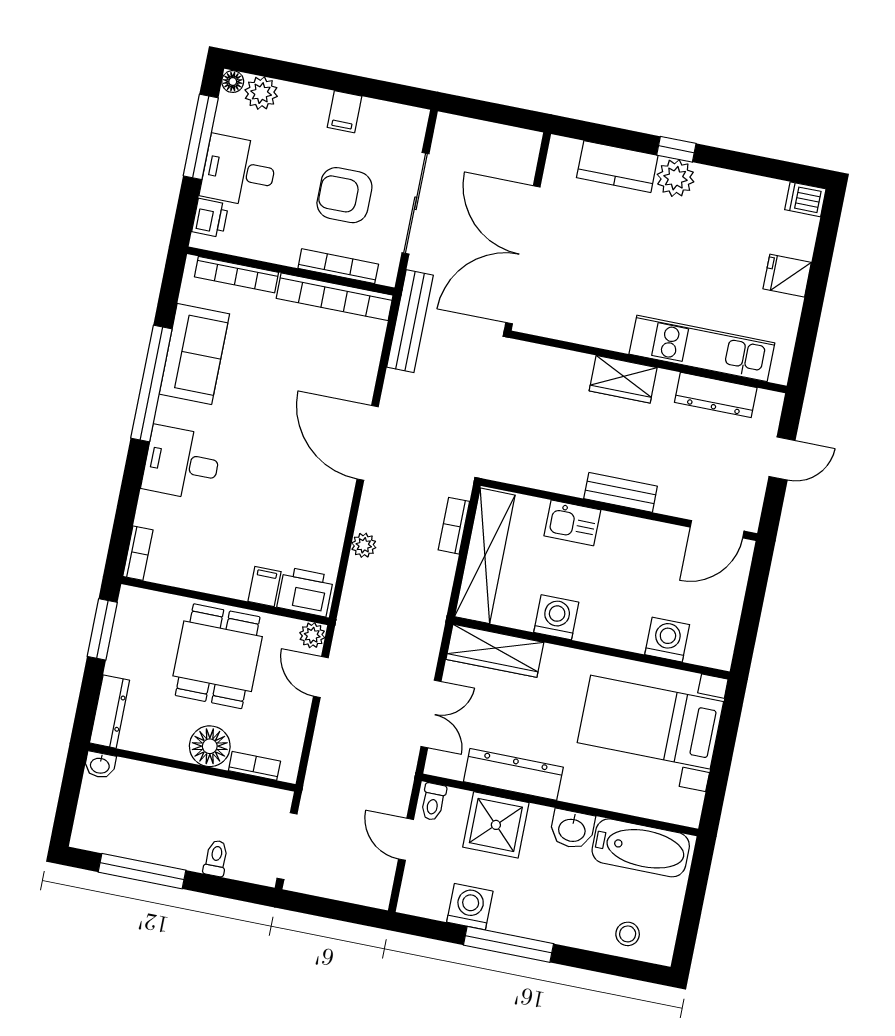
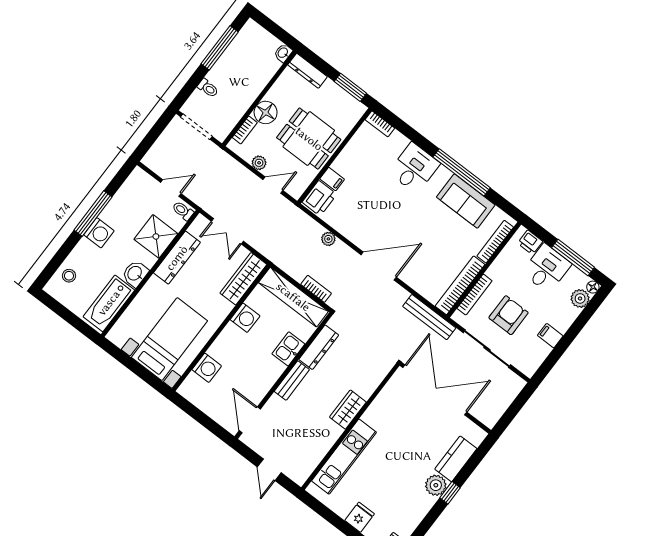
dresser: (716, 395) -> (319, 347), moved, turned 180
plant: (312, 635) -> (259, 163), moved
washing machine: (470, 907) -> (99, 233), moved

